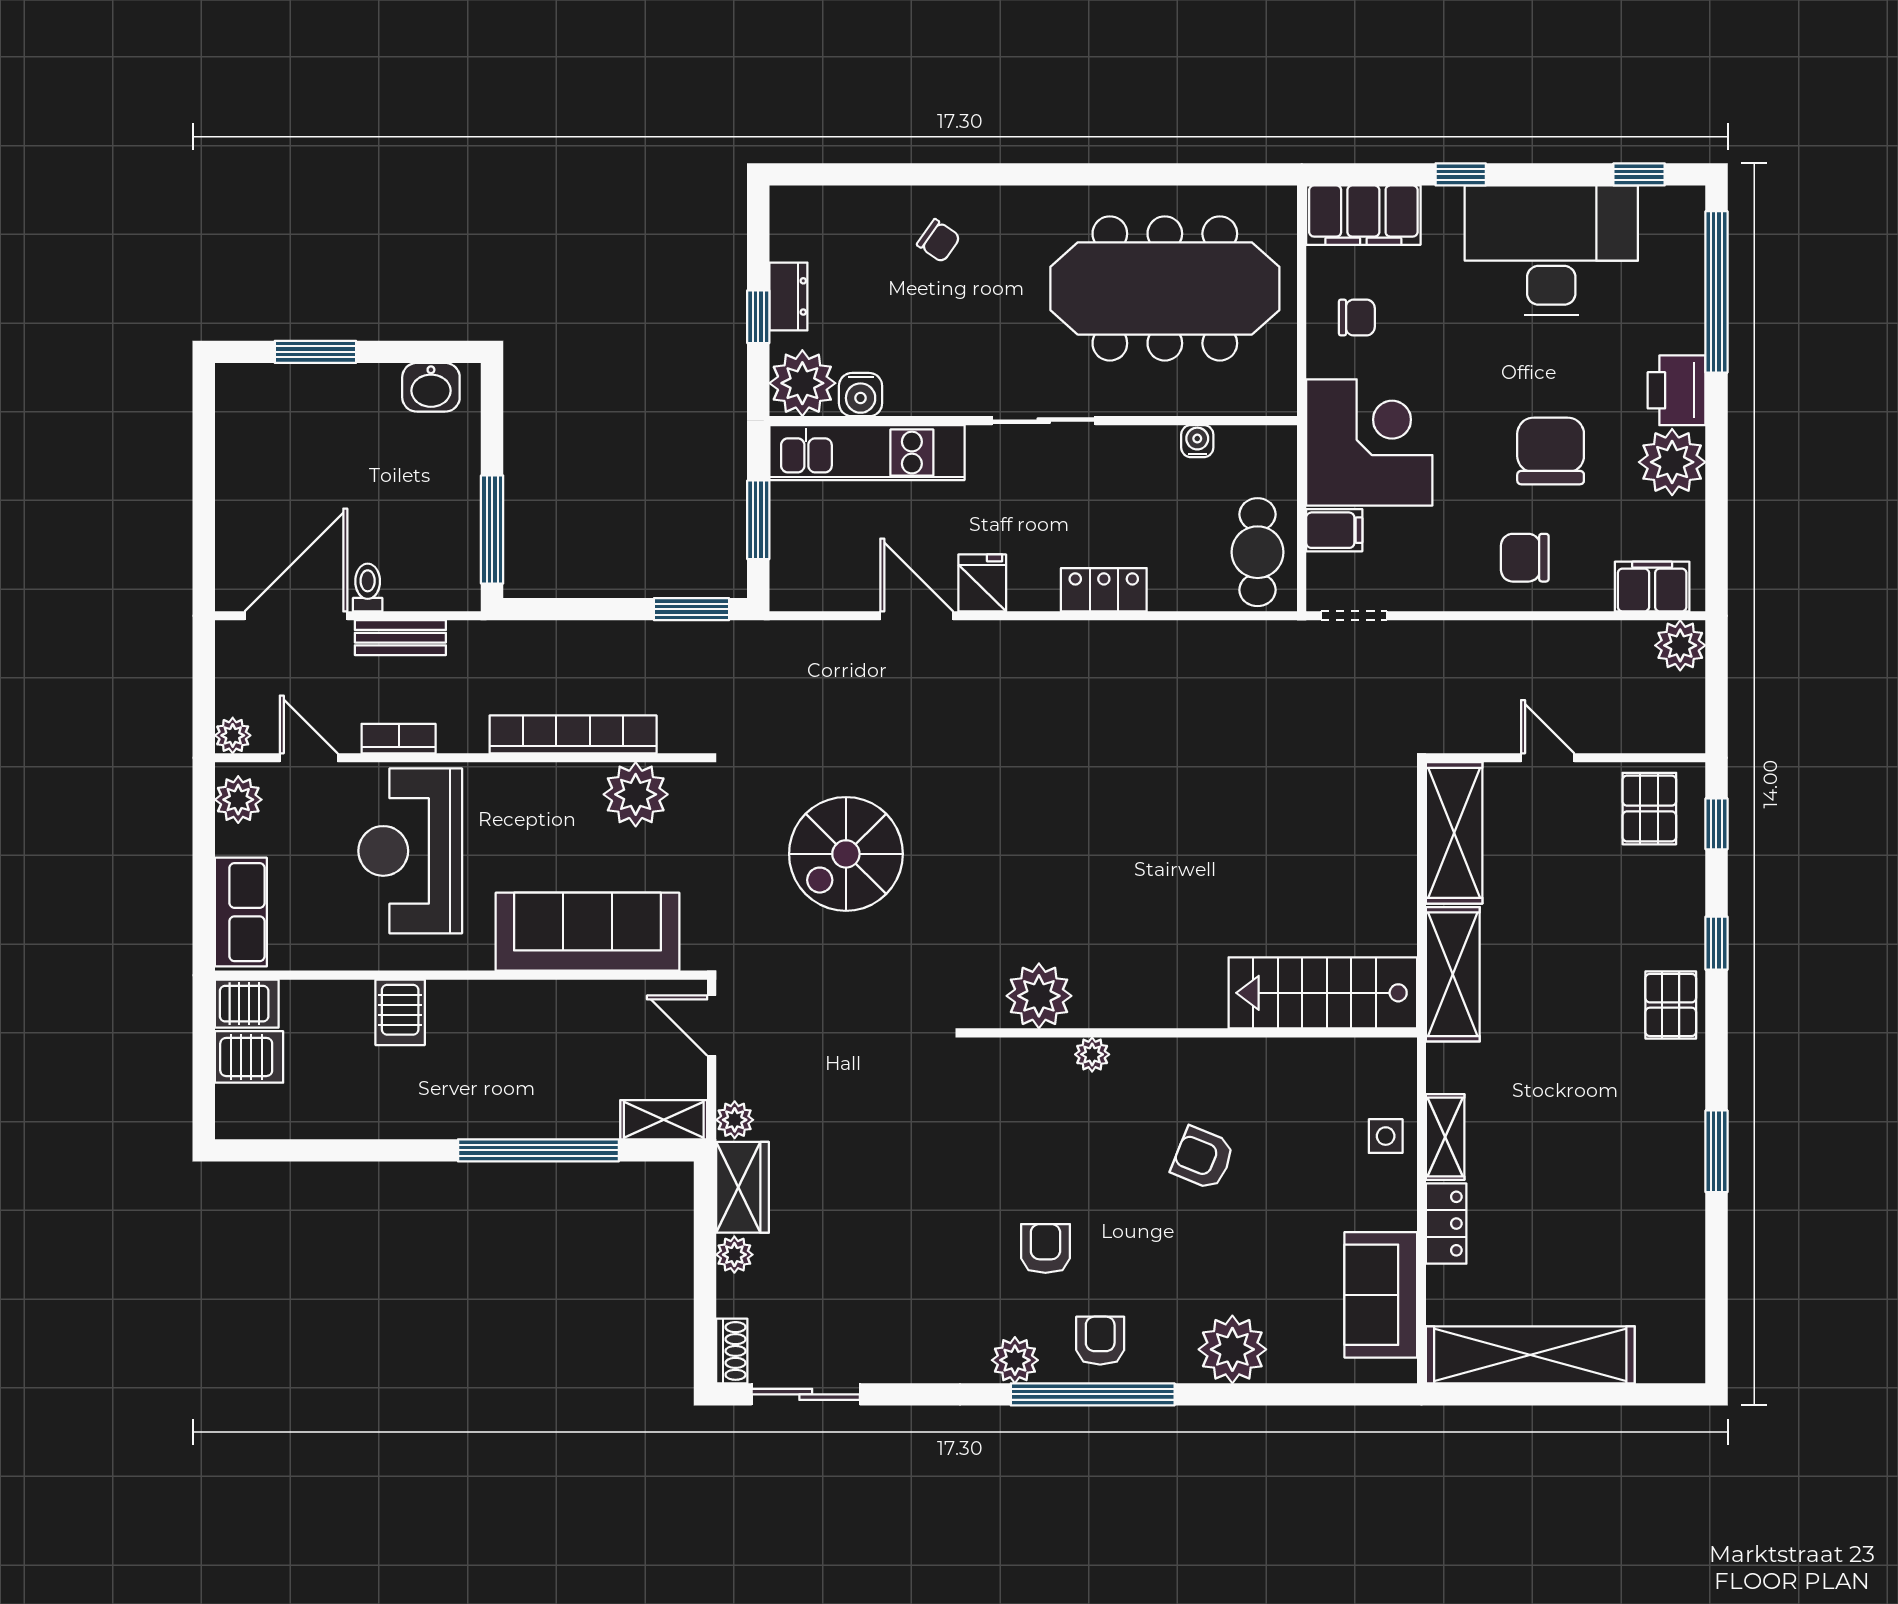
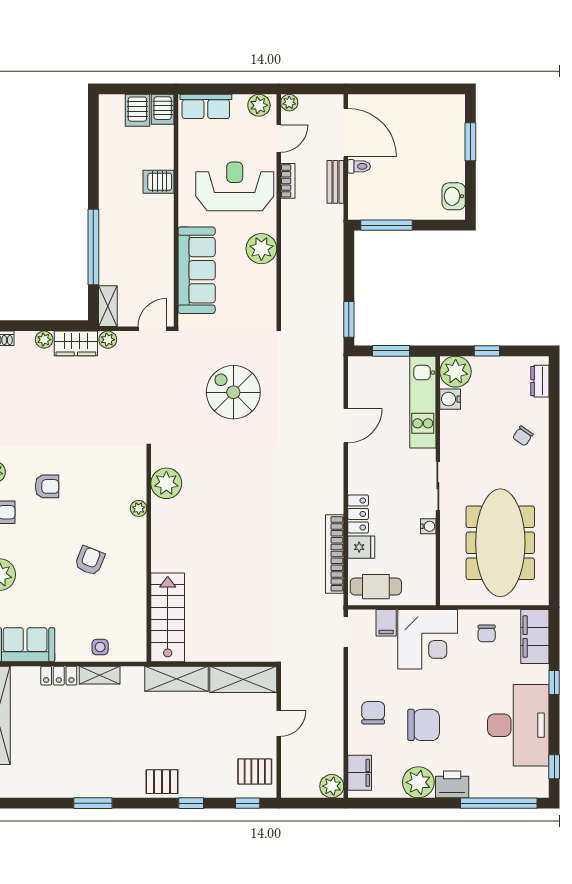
dresser: (788, 296) -> (540, 381), moved, turned 90
water cooler: (1197, 441) -> (428, 526), moved
fridge: (982, 583) -> (361, 547), moved
bookcase: (573, 734) -> (335, 554), moved, turned 180
plant: (636, 794) -> (261, 249), moved

